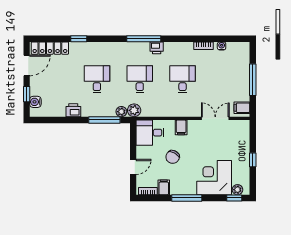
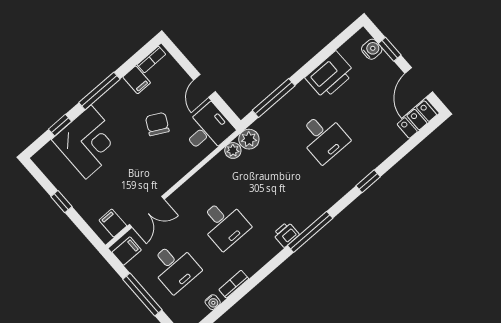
window: (79, 39) -> (368, 181), moved
locker: (50, 48) -> (417, 120), width x0.66
desk: (140, 79) -> (175, 267), moved
printer: (73, 110) -> (330, 75), width x1.87, depth x1.48
plant: (121, 112) -> (233, 150), moved
filing cabinet: (181, 127) -> (113, 223), moved
door: (133, 167) -> (204, 86), moved
plant: (237, 190) -> (49, 152), removed
window: (234, 198) -> (60, 125), moved

